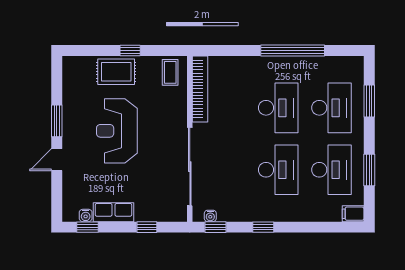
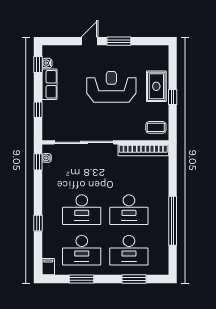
door: (57, 160) -> (89, 41), hinge flipped
window: (263, 227) -> (38, 223), moved

